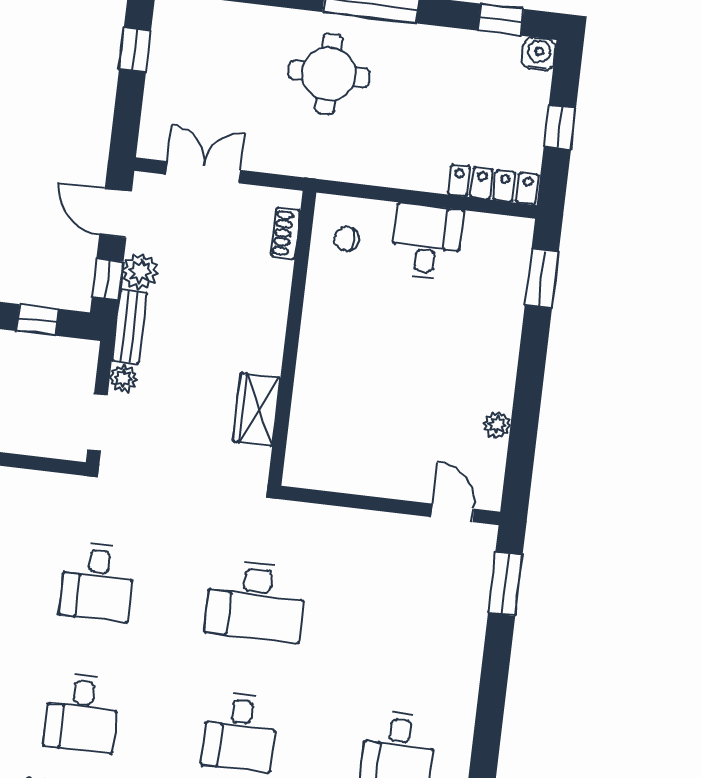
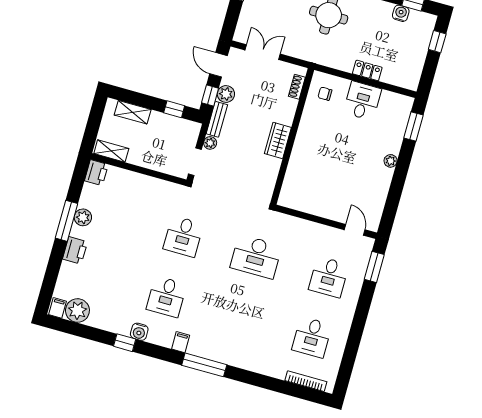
water cooler: (539, 54) -> (401, 13), moved
window: (560, 127) -> (437, 42), moved
locker: (493, 185) -> (367, 70), moved, width x0.66
wardrobe: (257, 409) -> (278, 140), moved
plant: (497, 425) -> (391, 161), moved
desk: (240, 732) -> (329, 277), moved

